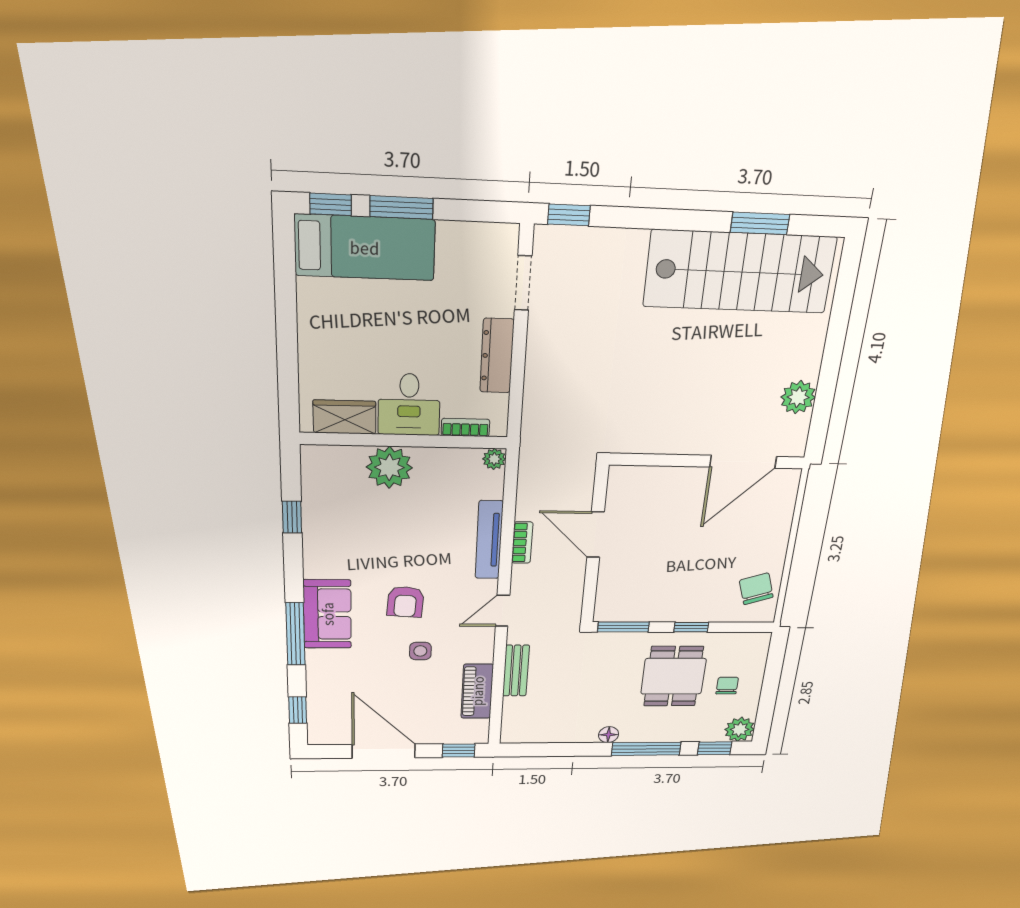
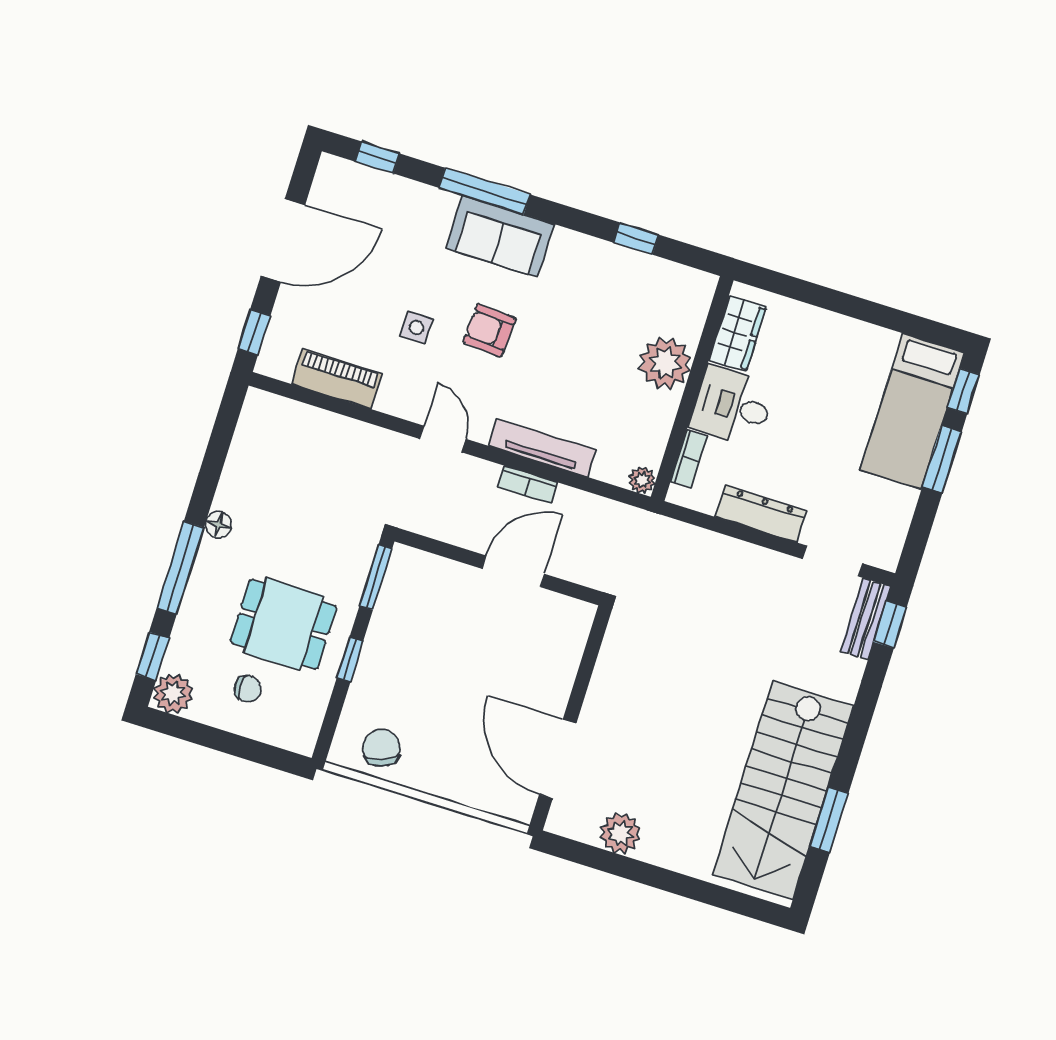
chair: (756, 589) -> (381, 748), turned -91
bench: (516, 671) -> (865, 619), moved, turned 90

